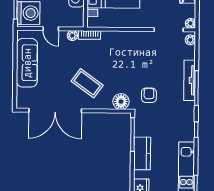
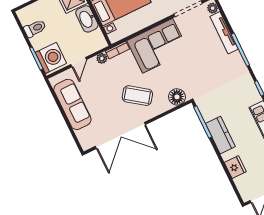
door: (51, 29) -> (79, 62), hinge flipped
corner sofa: (126, 49) -> (158, 46), added
tv unit: (190, 80) -> (224, 33), moved
armchair: (149, 95) -> (200, 78), removed

